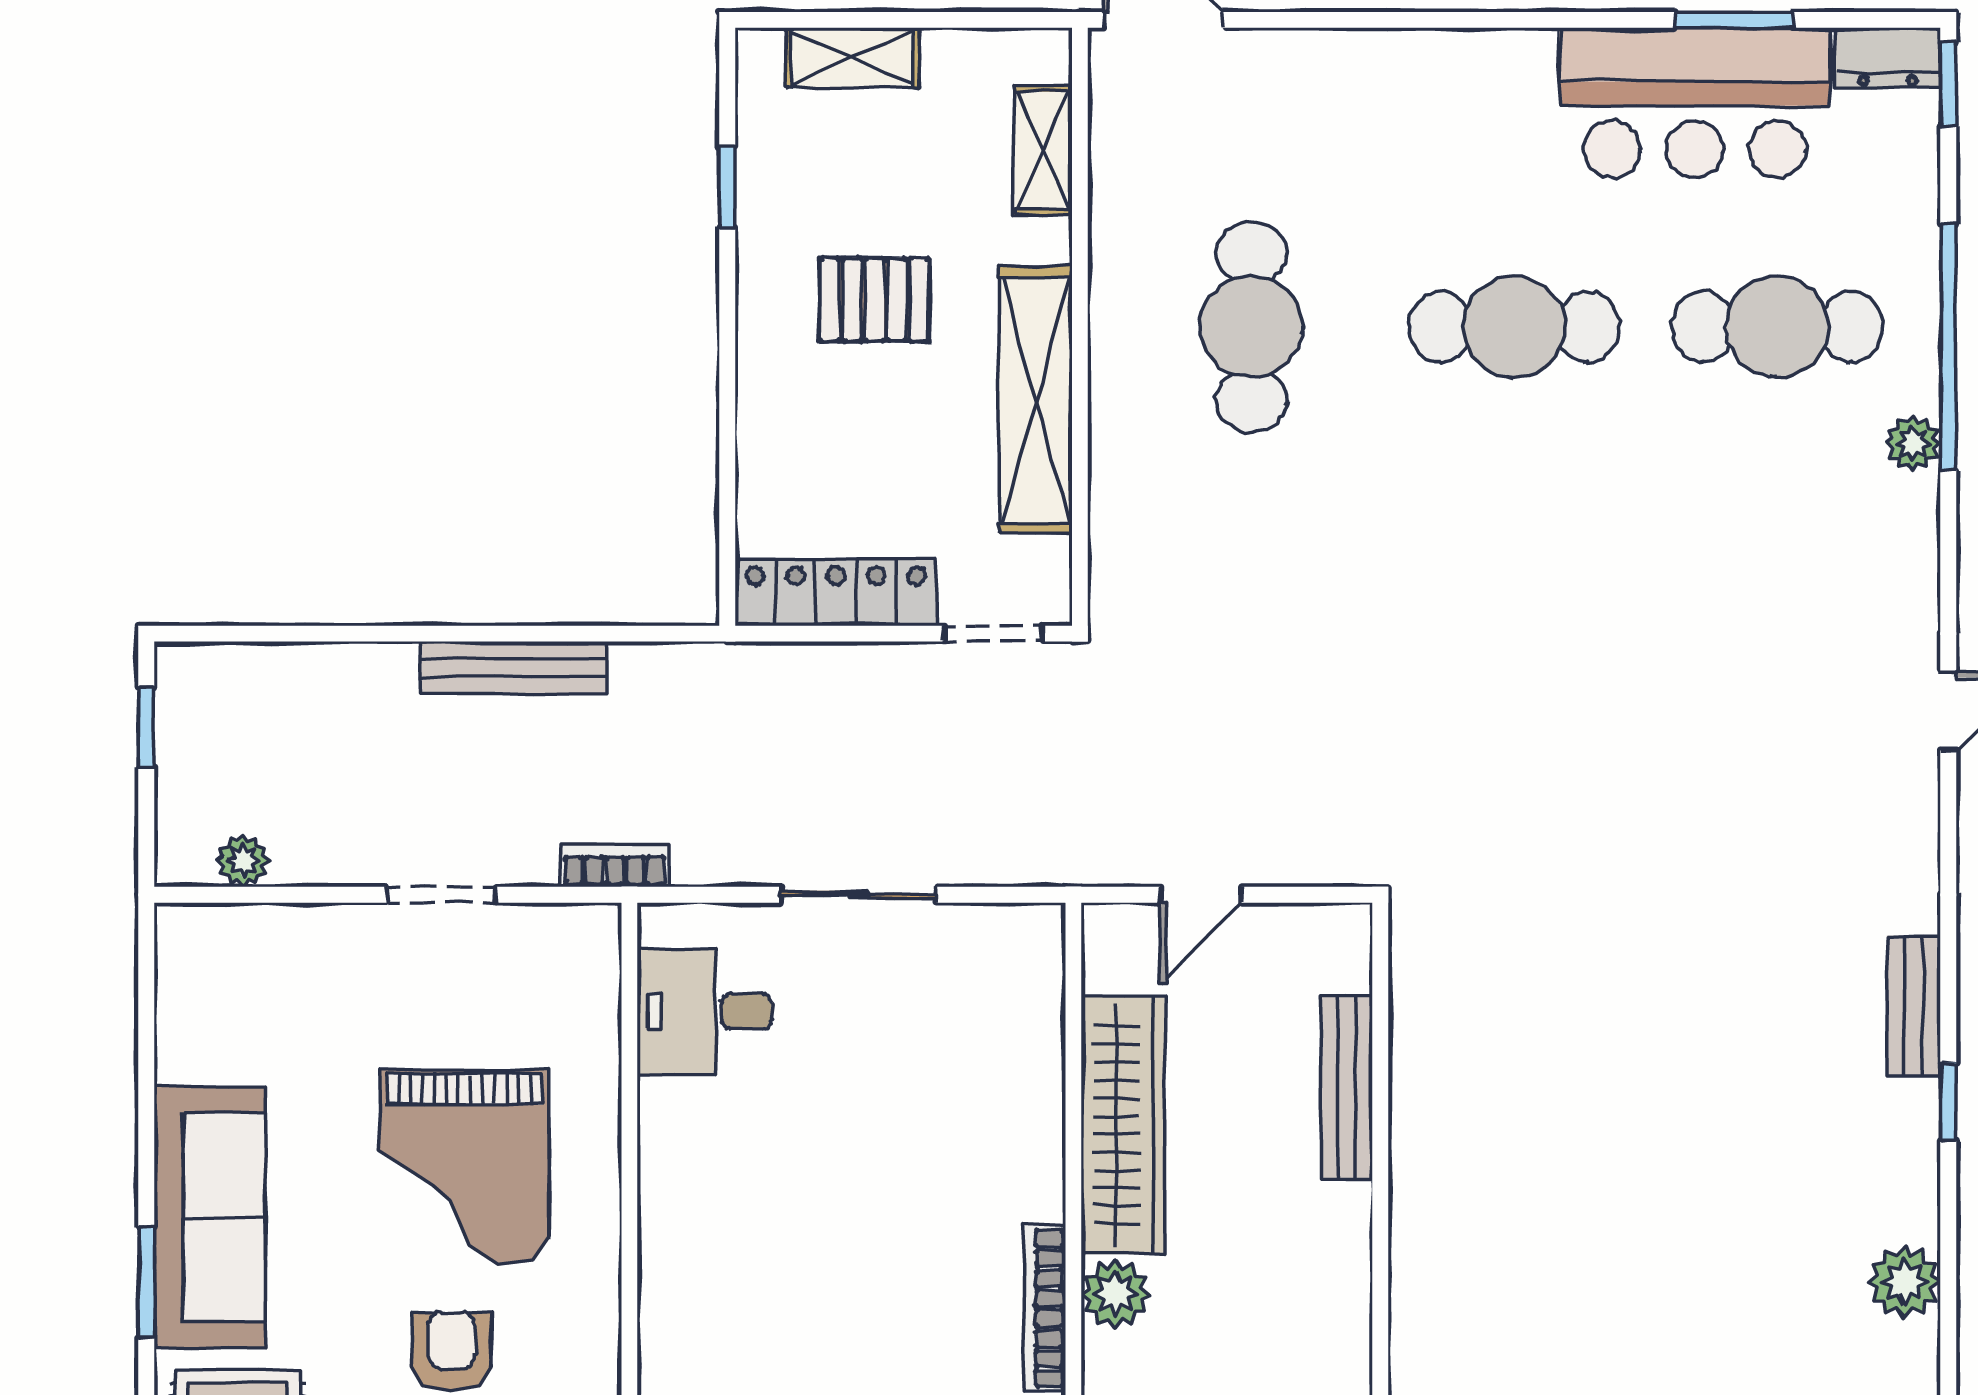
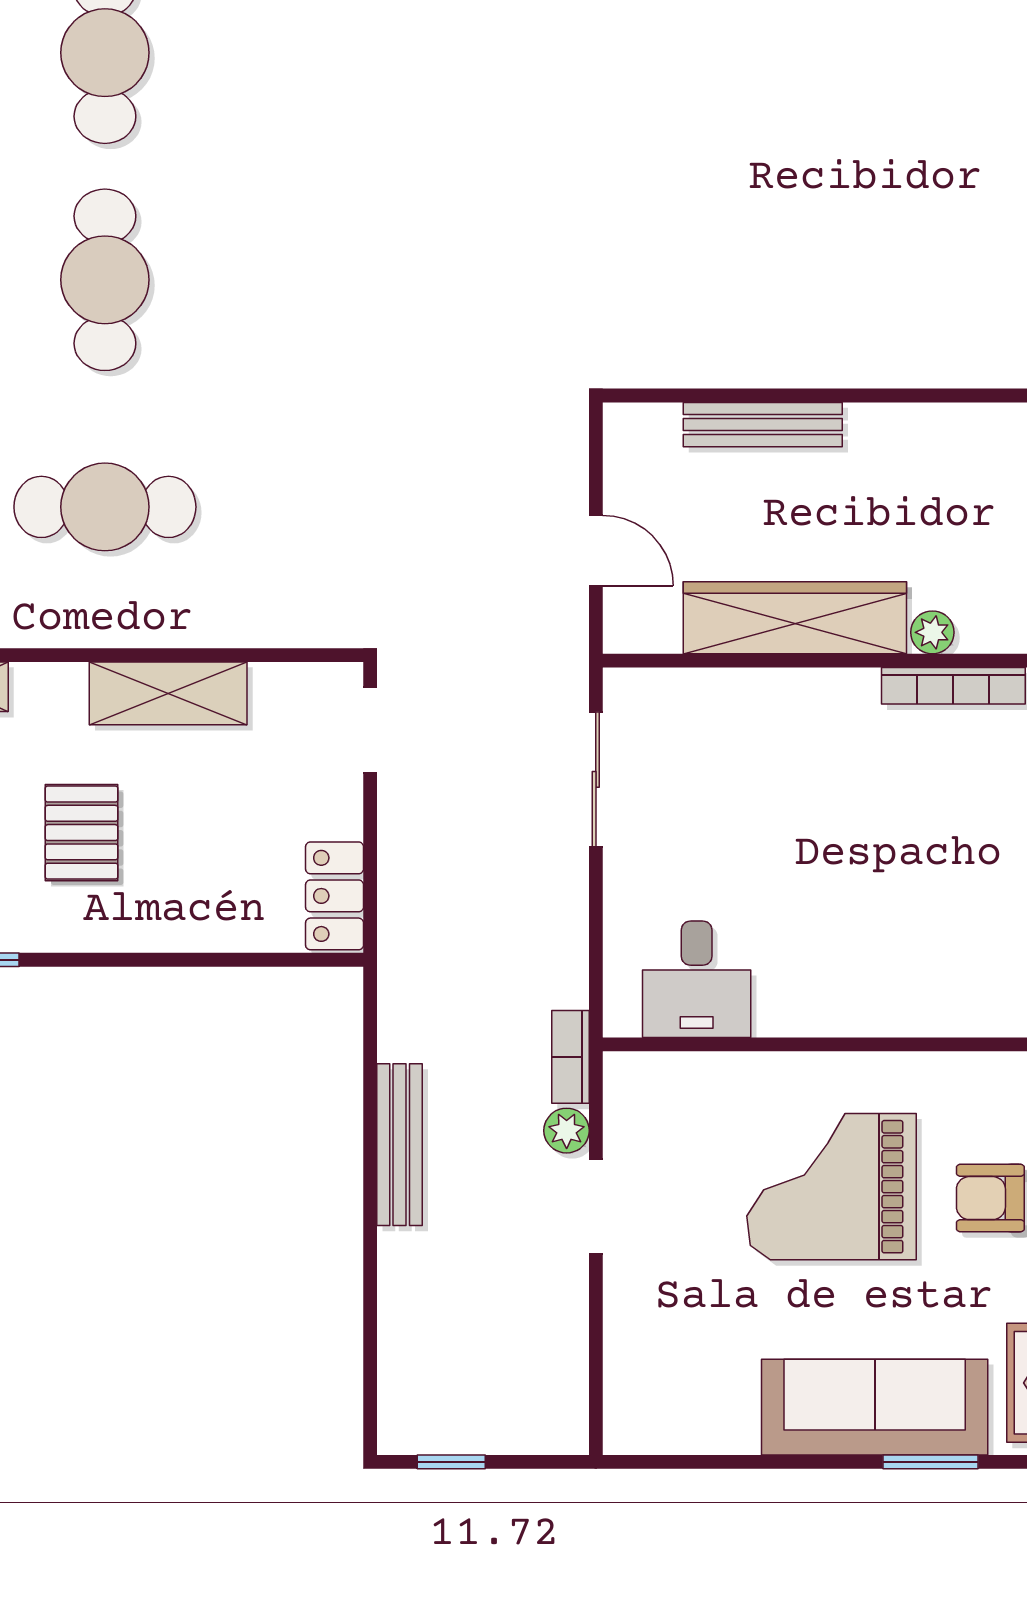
shelving: (1036, 400) -> (168, 693), width x0.68
locker: (836, 592) -> (335, 896), width x0.66
plant: (243, 861) -> (567, 1131), moved
sliding door: (858, 895) -> (596, 779), moved
grand piano: (465, 1168) -> (831, 1187), turned 180
plant: (1116, 1294) -> (932, 632), width x0.73, depth x0.73

